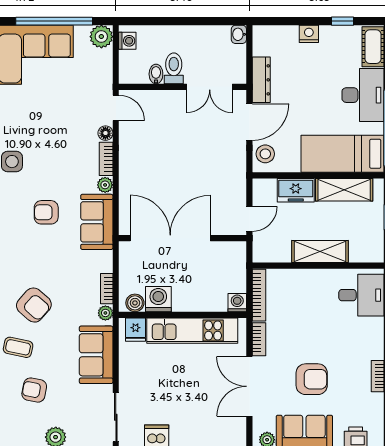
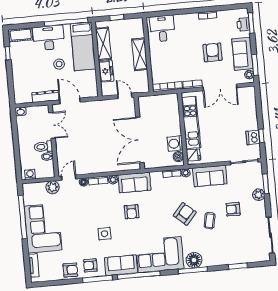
nightstand: (309, 34) -> (17, 72), removed
plant: (101, 37) -> (53, 187), moved
stool: (265, 154) -> (59, 64), moved
washing machine: (237, 303) -> (173, 99), removed
armchair: (34, 390) -> (233, 209), turned 79

